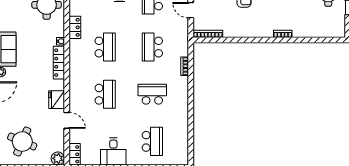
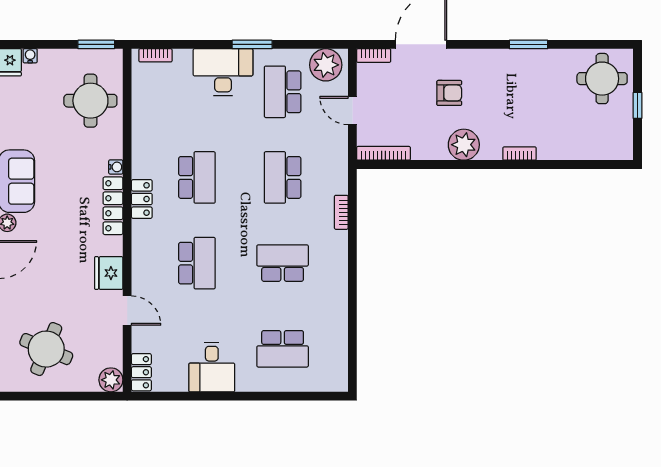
locker: (75, 27) -> (142, 199), moved
plant: (252, 29) -> (464, 145), added
school desk: (152, 141) -> (283, 349), turned 90

